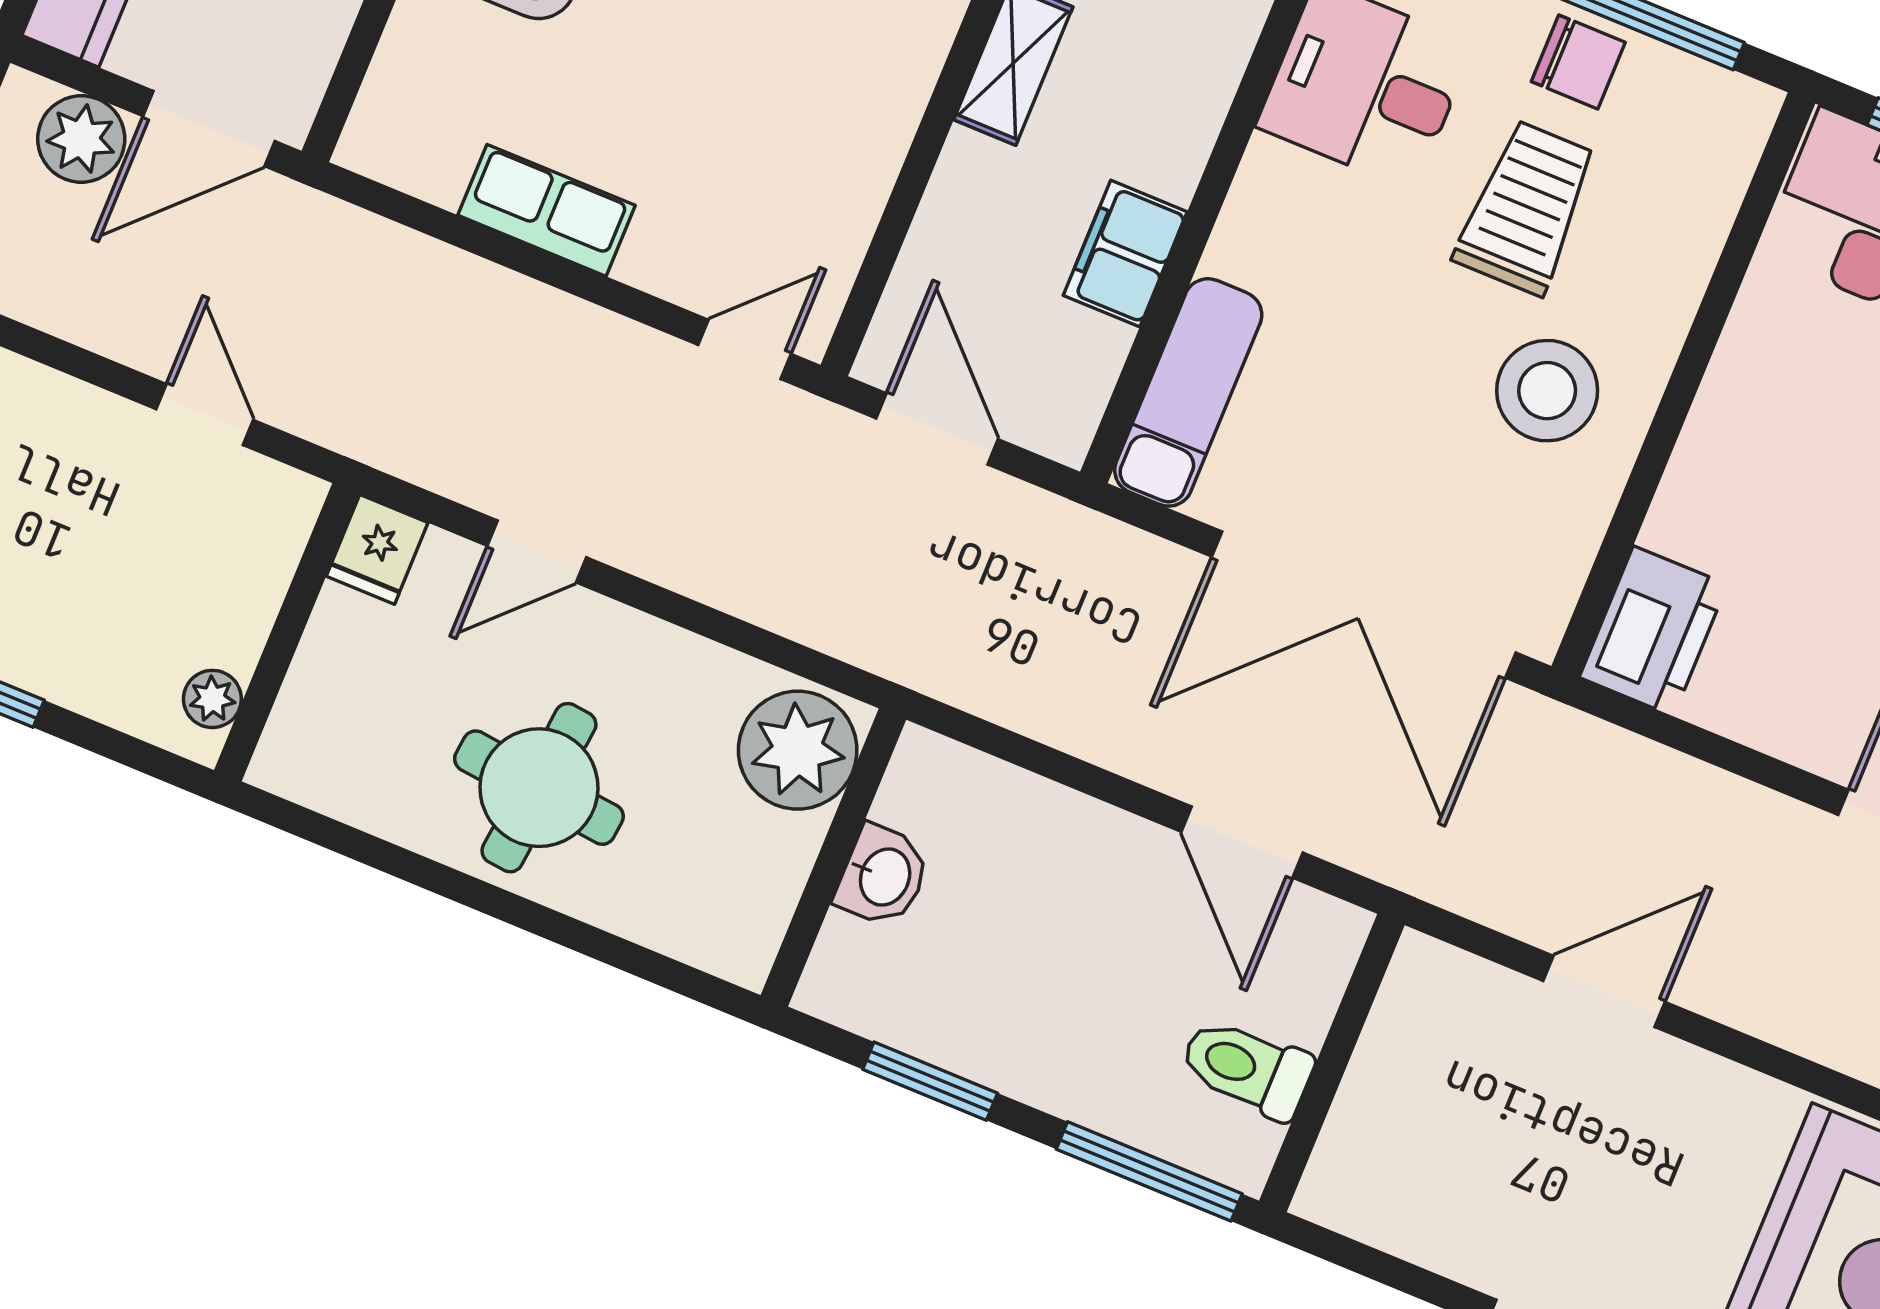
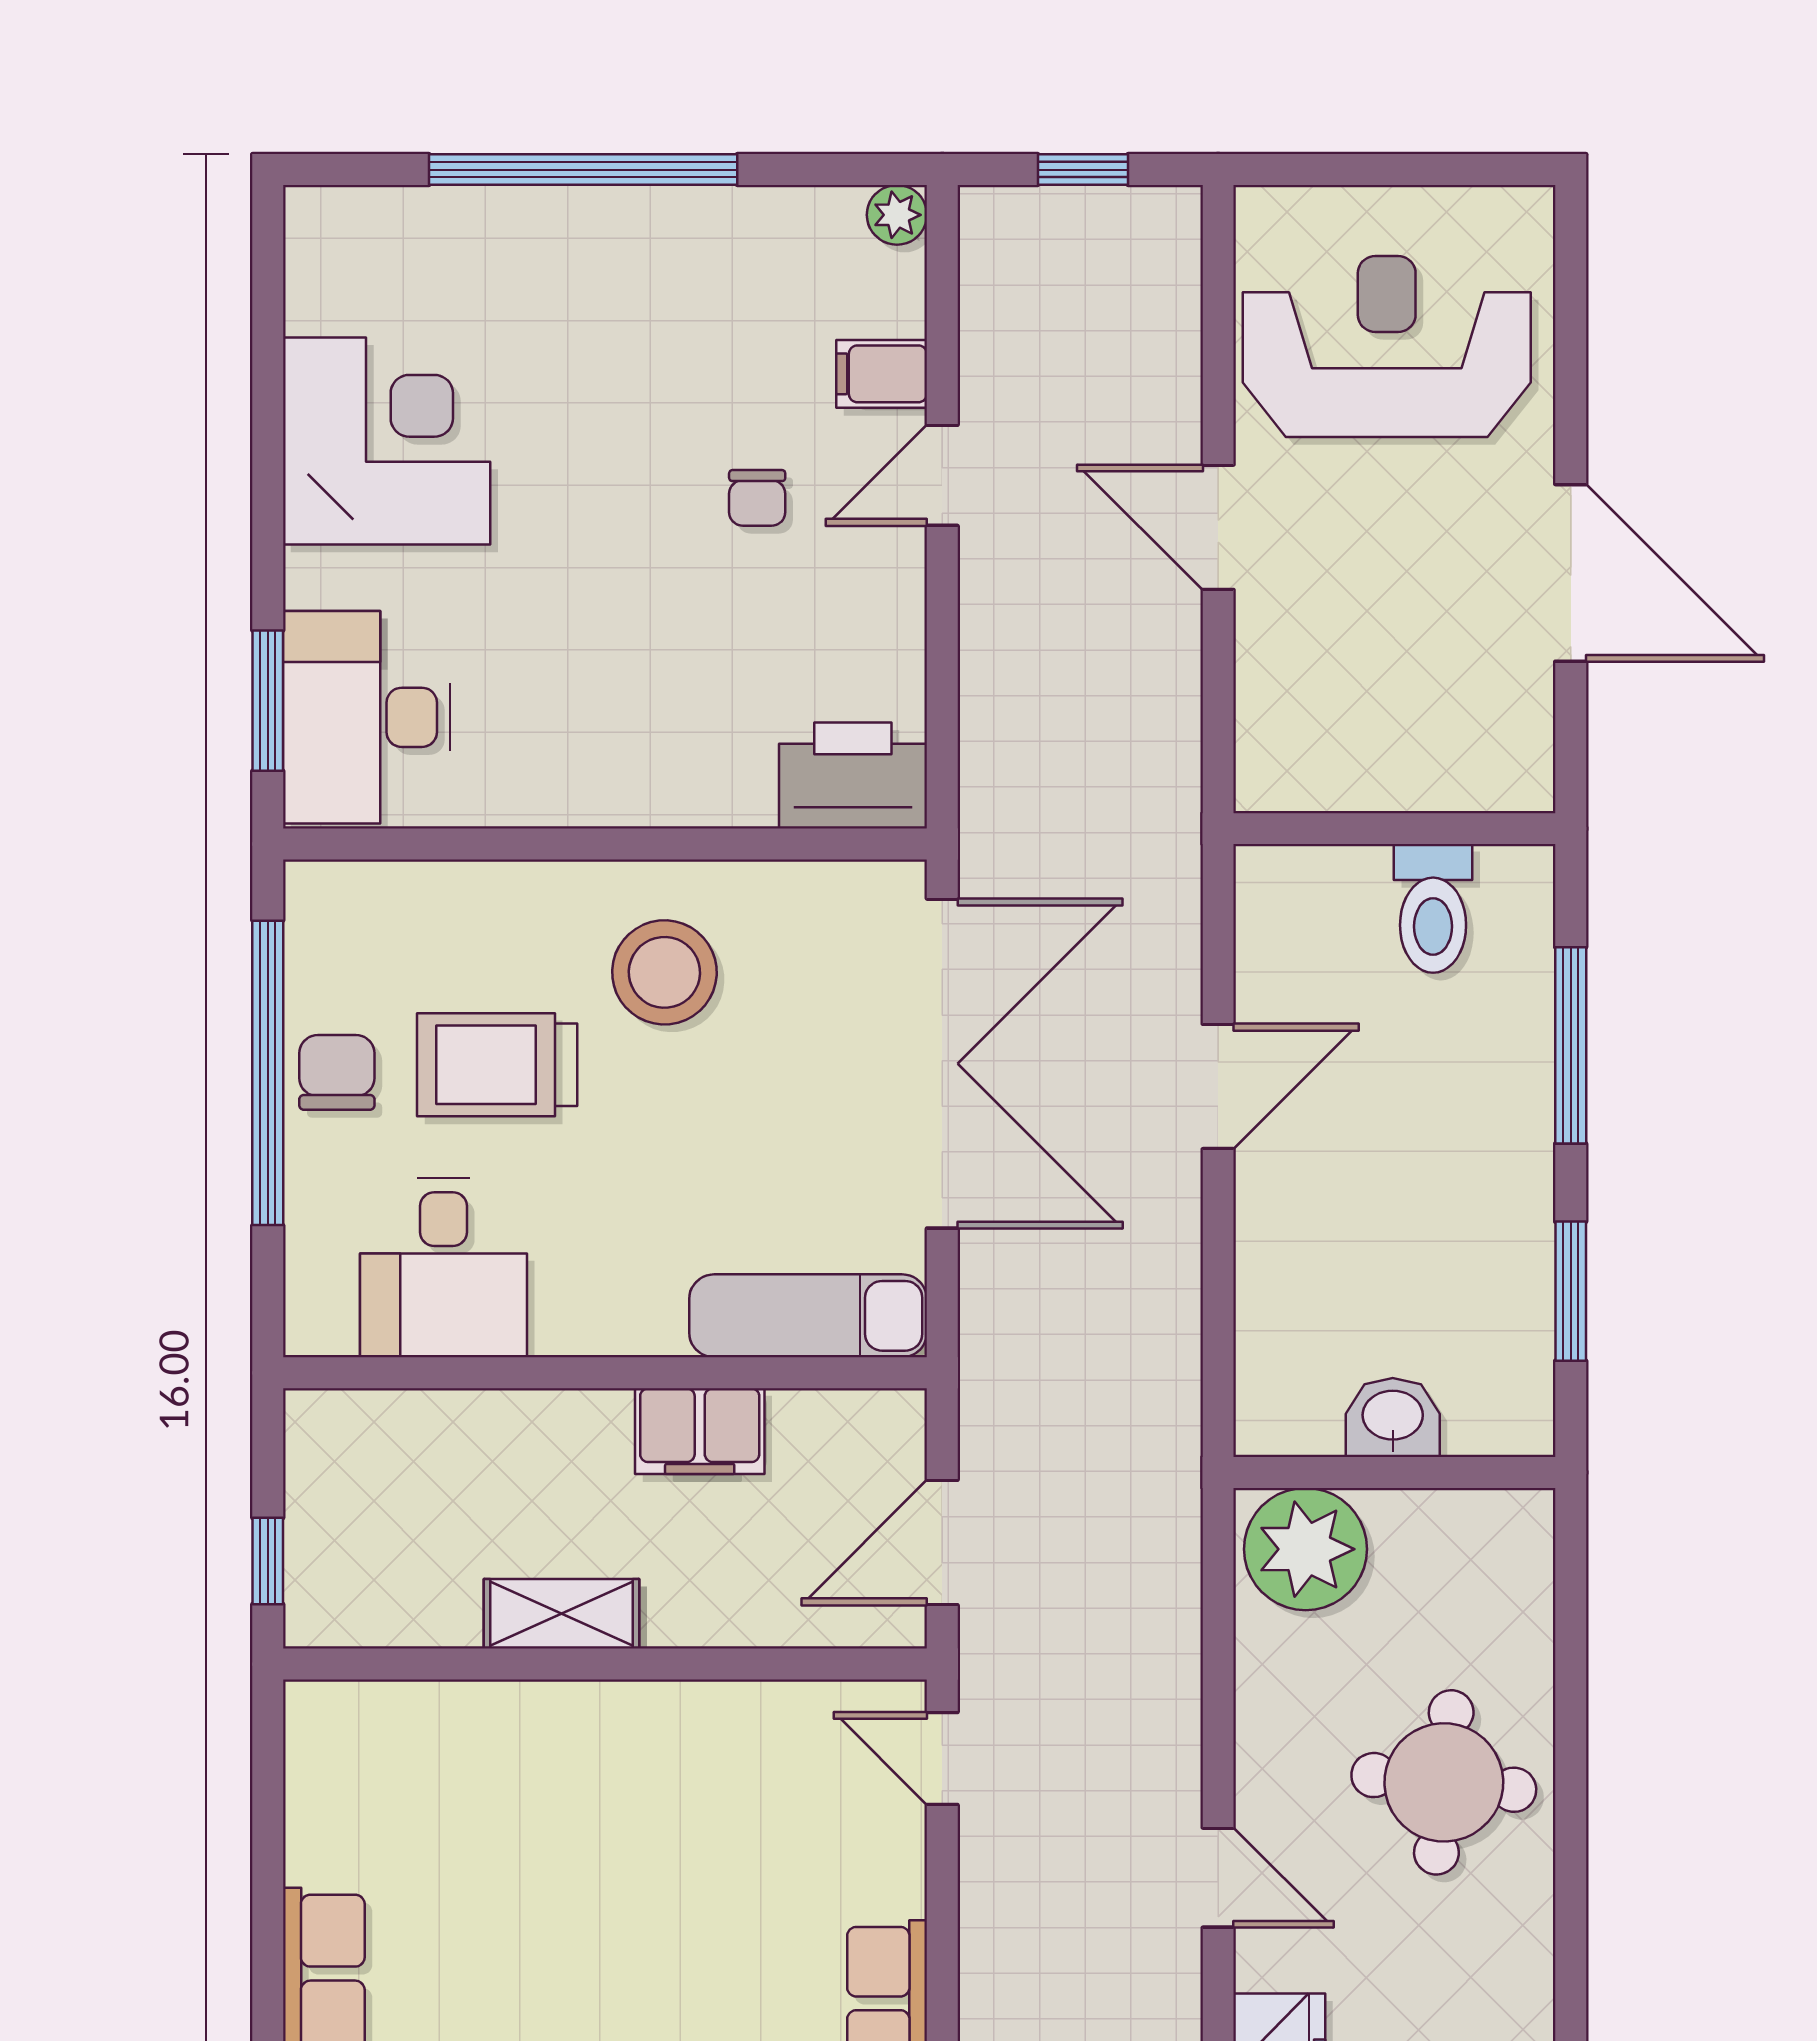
door: (1604, 991) -> (1218, 527), moved
wall: (1332, 1063) -> (1394, 829), moved
toilet: (1247, 1068) -> (1433, 908), moved

